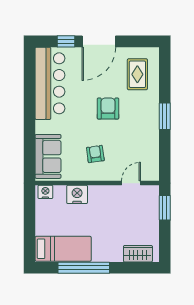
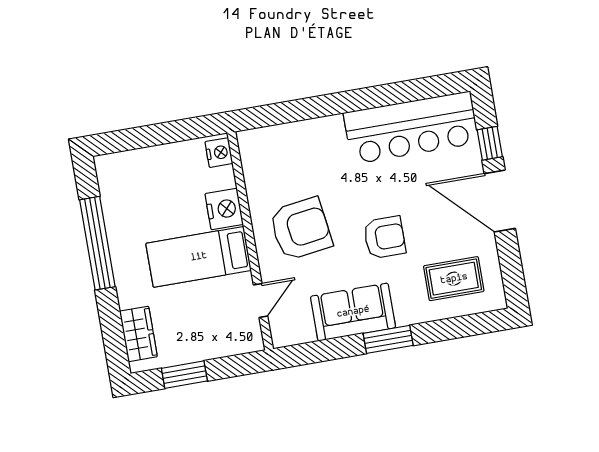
armchair: (95, 154) -> (301, 229), width x1.88, depth x1.88
sofa: (48, 156) -> (353, 312), moved, turned 180
door: (131, 183) -> (261, 301), hinge flipped
window: (165, 208) -> (184, 375), moved
bed: (63, 249) -> (199, 257), moved, turned 90

